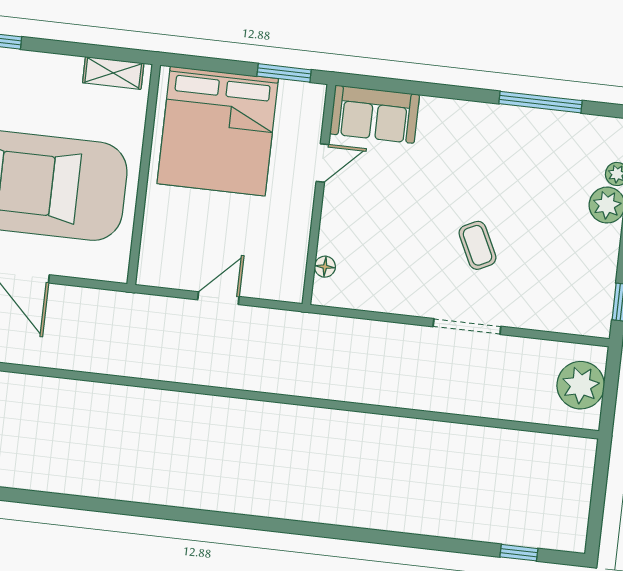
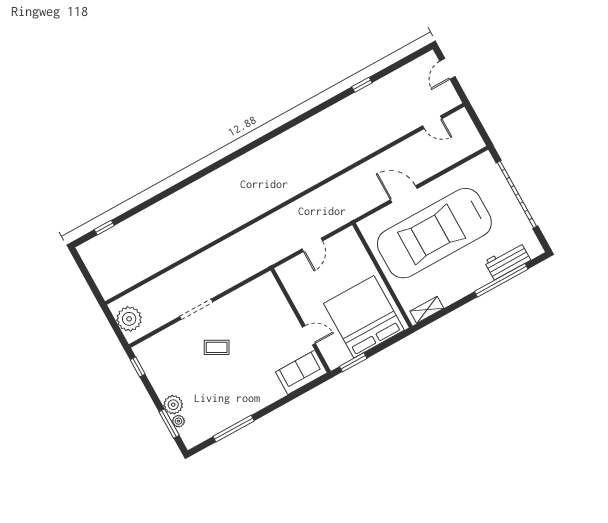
door: (322, 163) -> (309, 335), swing flipped
coffee table: (477, 245) -> (217, 347), turned -35
floor lamp: (325, 267) -> (276, 291), removed

